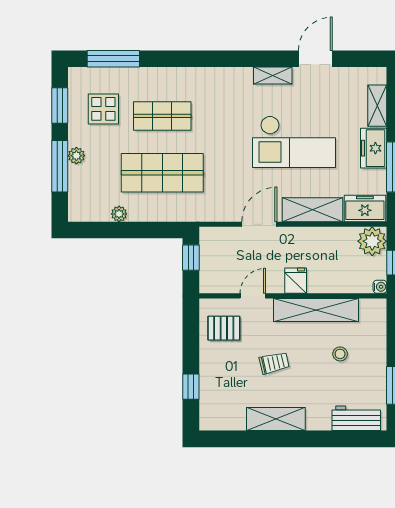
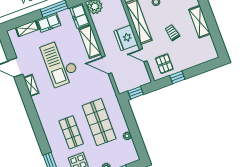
checkout: (294, 142) -> (60, 63), turned 180
fridge: (296, 281) -> (126, 38), width x1.88, depth x1.34
window: (191, 387) -> (177, 77), moved

